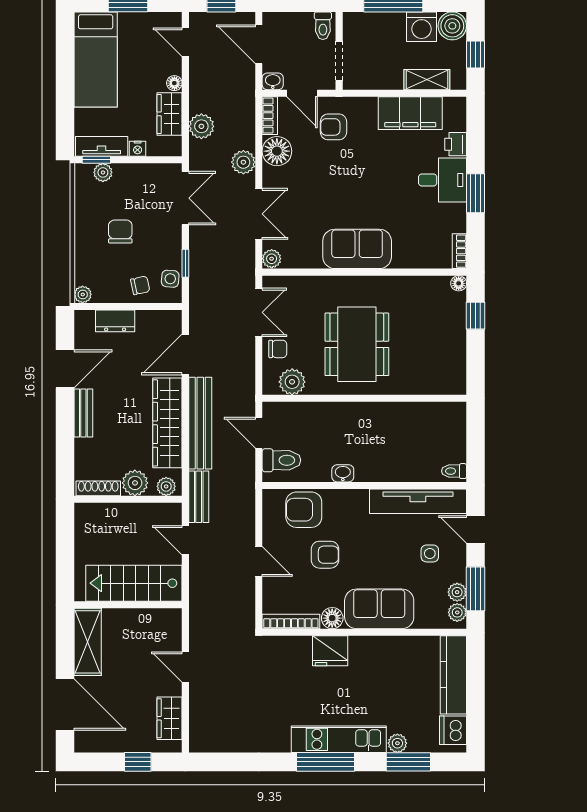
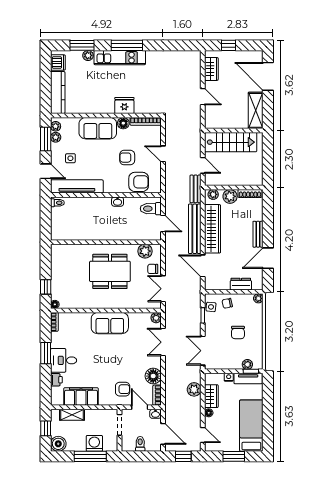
toilet: (323, 26) -> (140, 444), moved
washing machine: (421, 27) -> (94, 443), moved
plant: (243, 162) -> (171, 370), removed
dining table: (357, 344) -> (110, 271), turned 90
door: (185, 354) -> (203, 266), swing flipped

